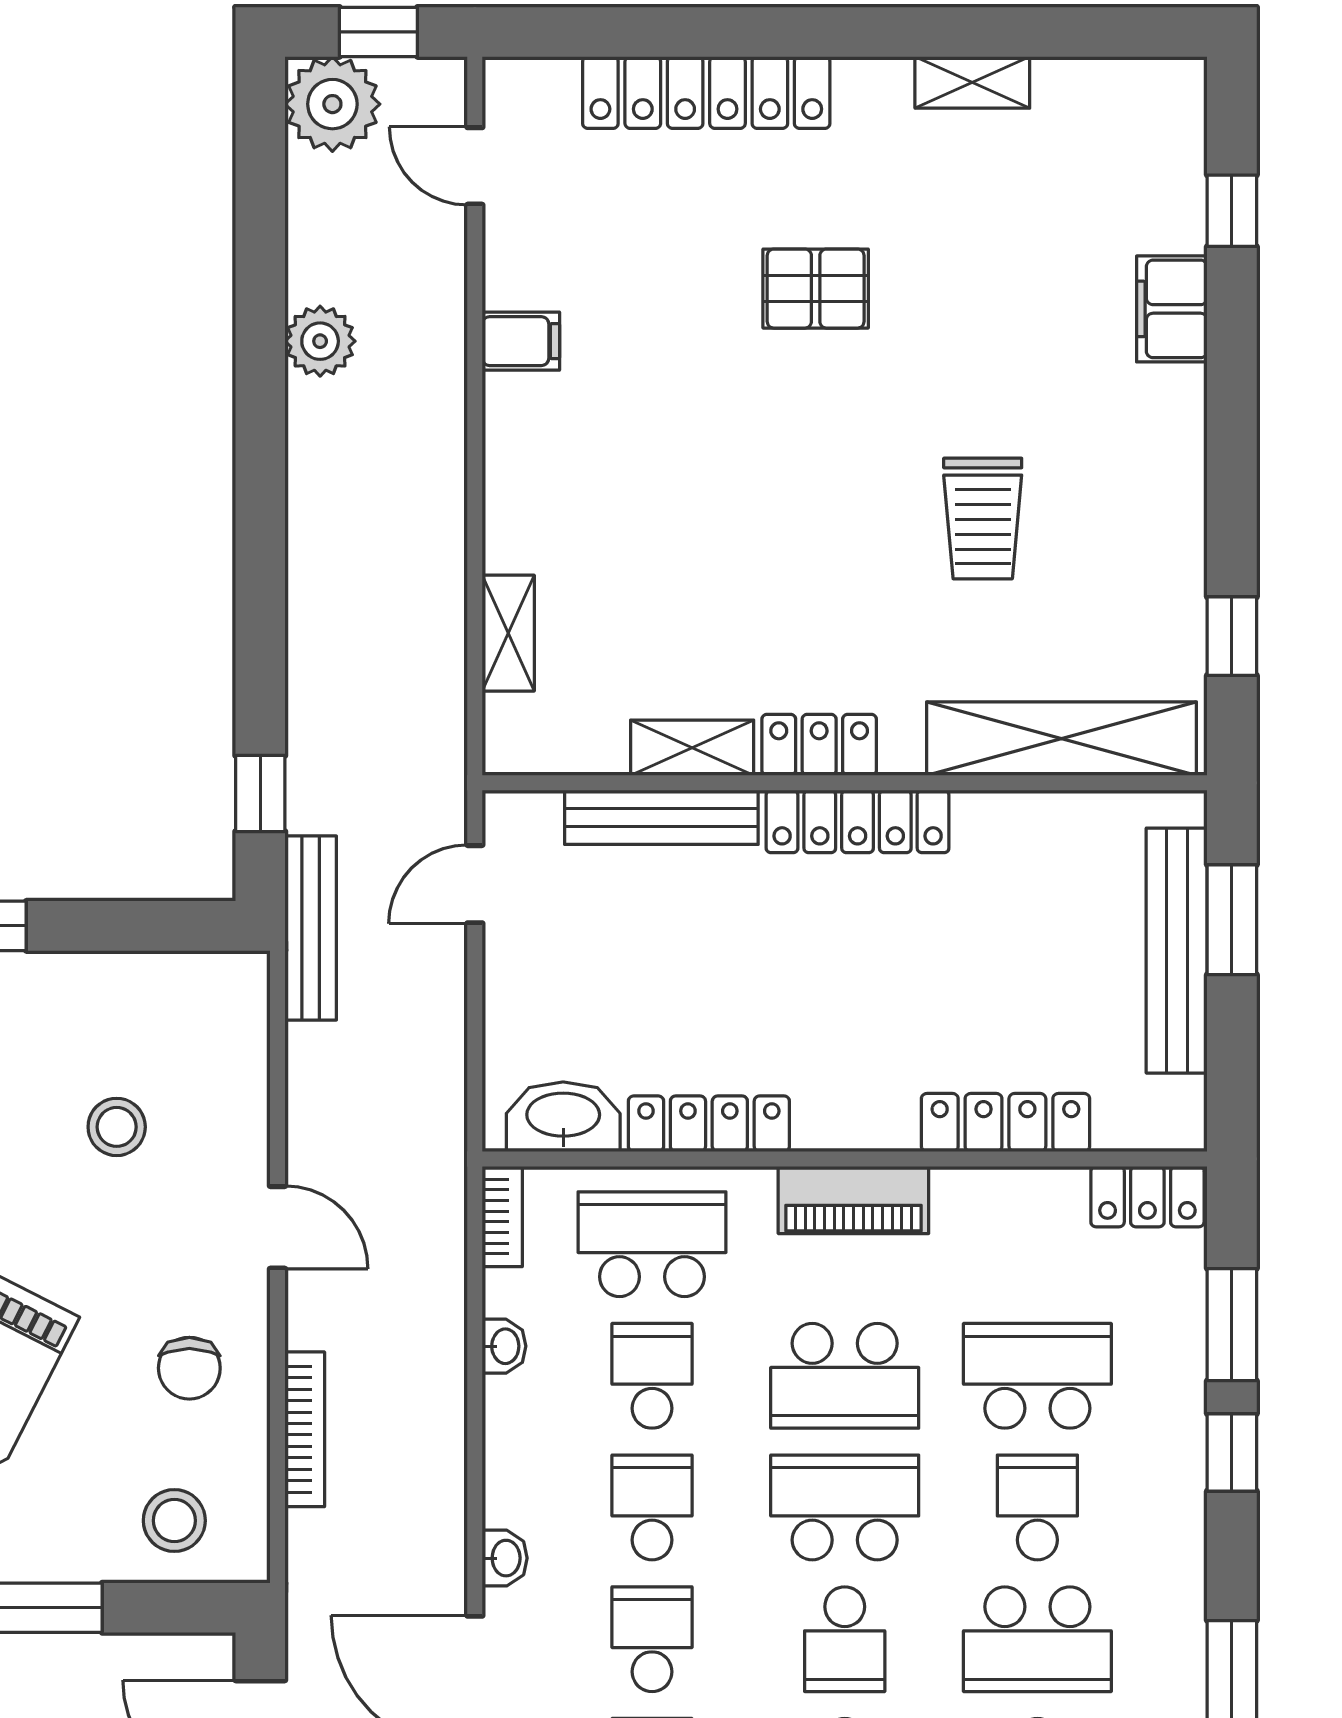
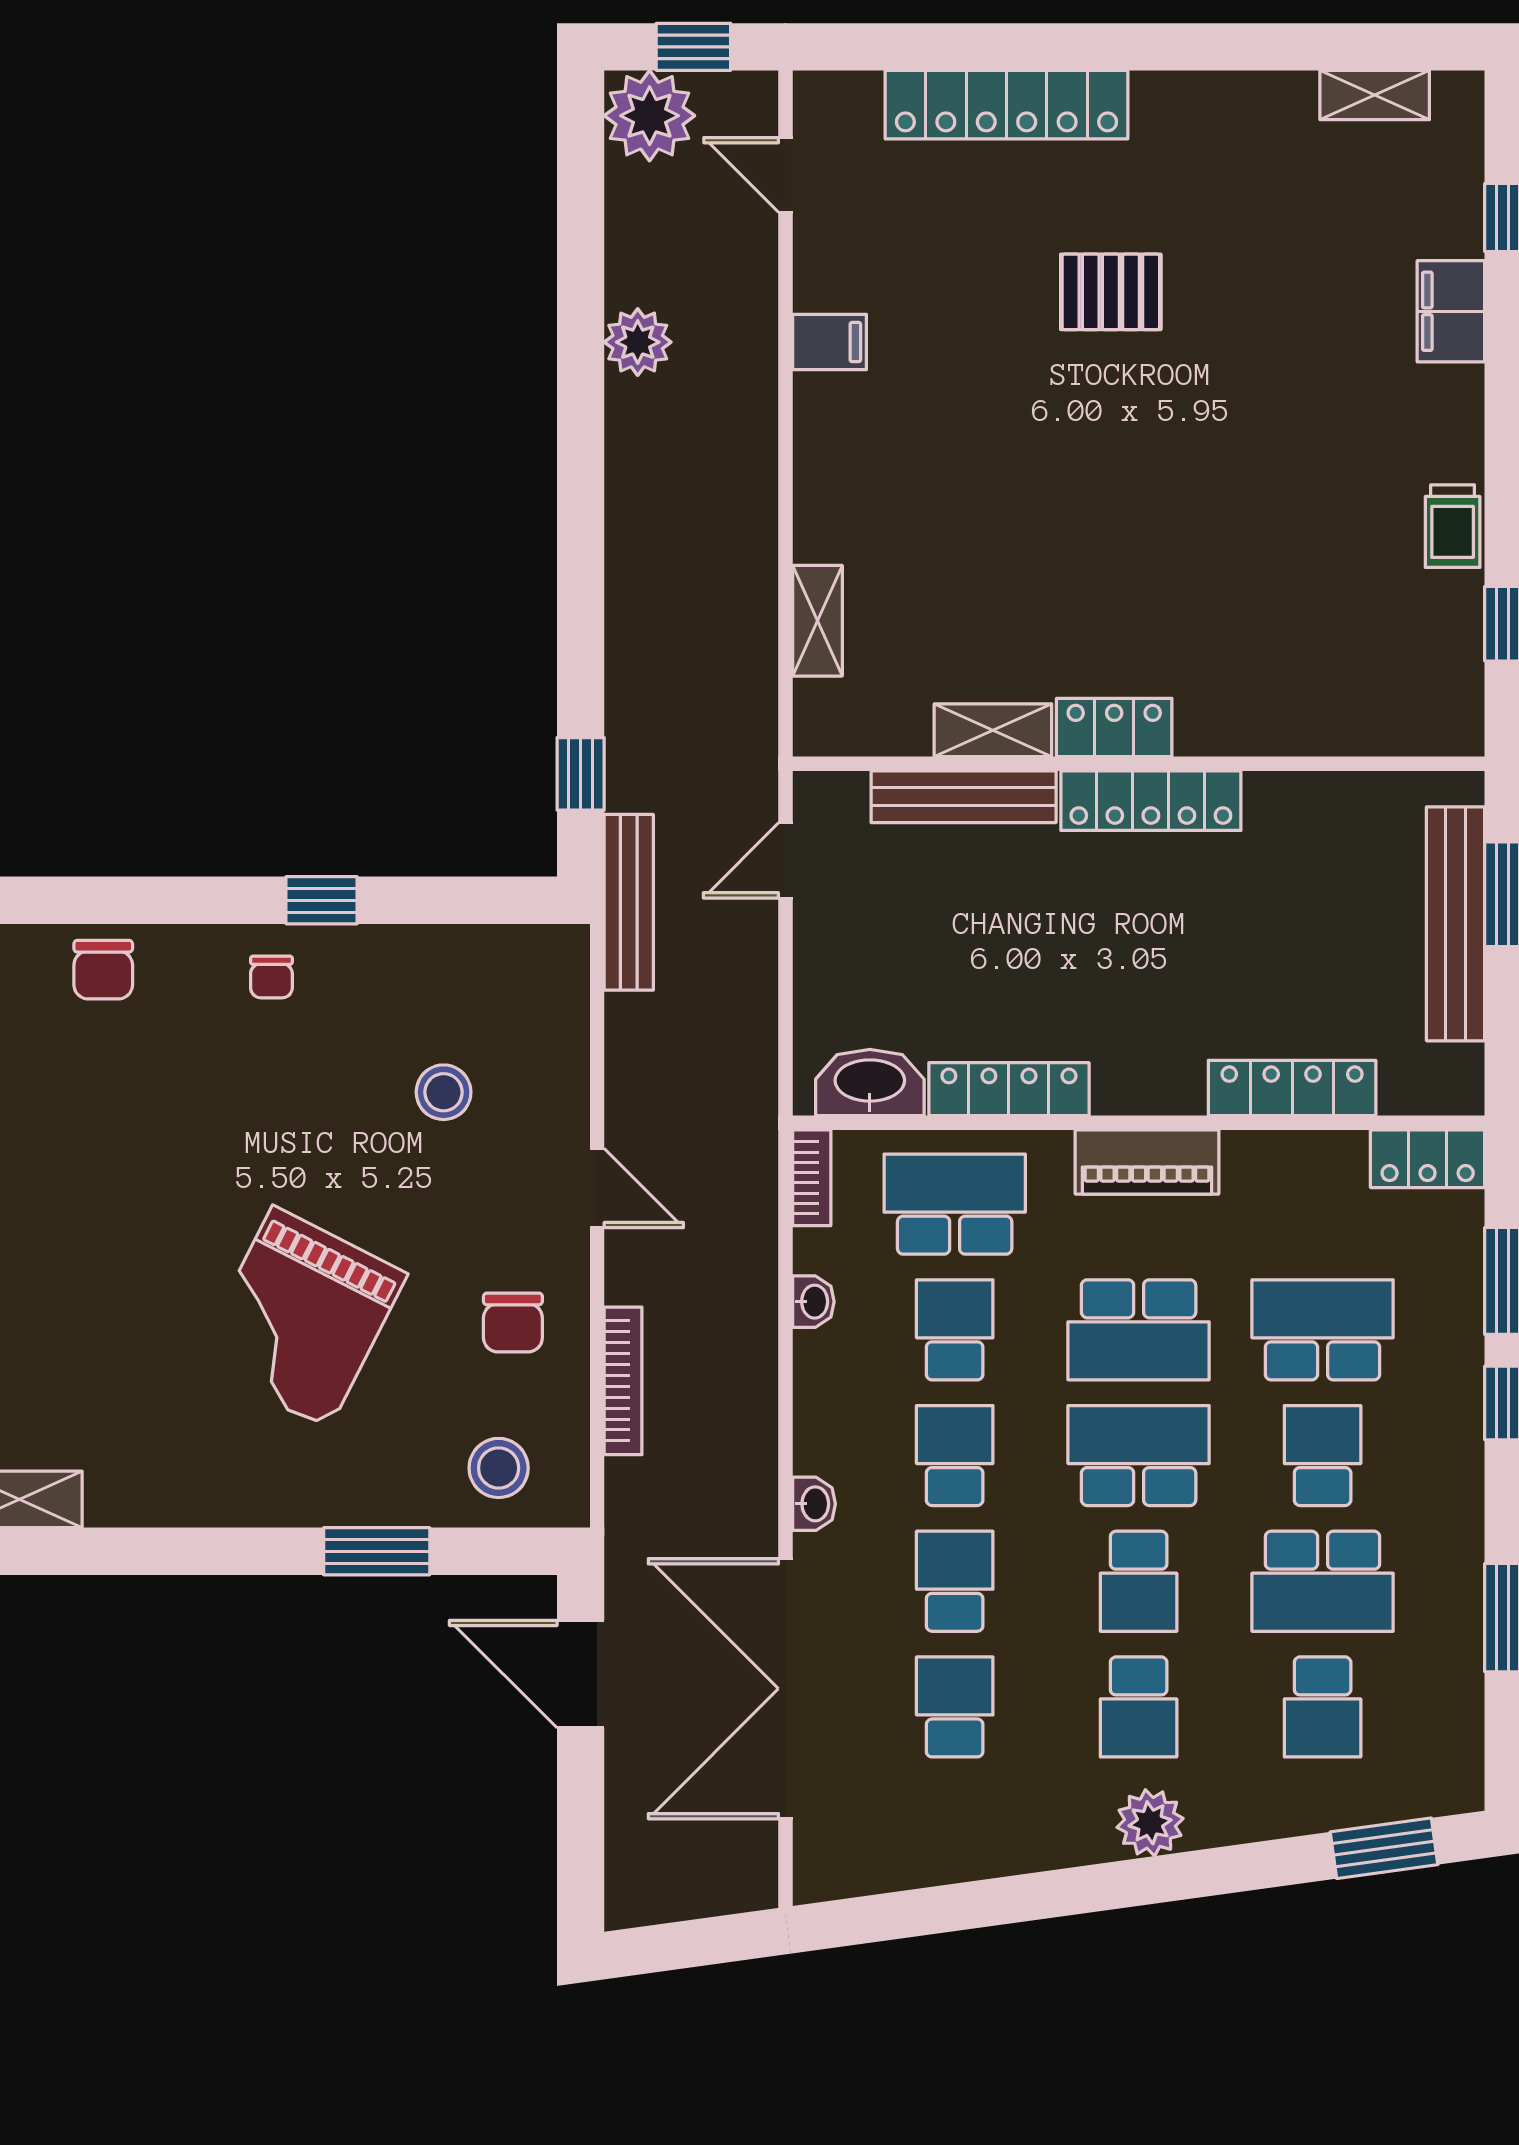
shelving: (972, 82) -> (1375, 95), moved
trolley: (983, 518) -> (1453, 526), moved, width x0.73, depth x0.72
shelving: (1061, 739) -> (1346, 722), removed

